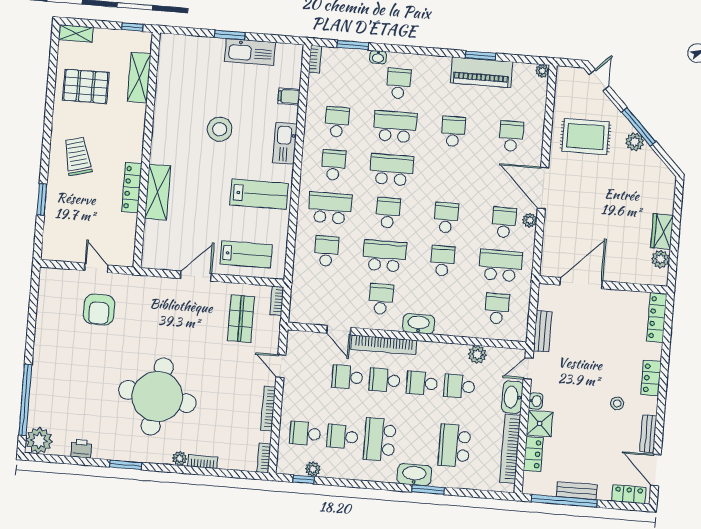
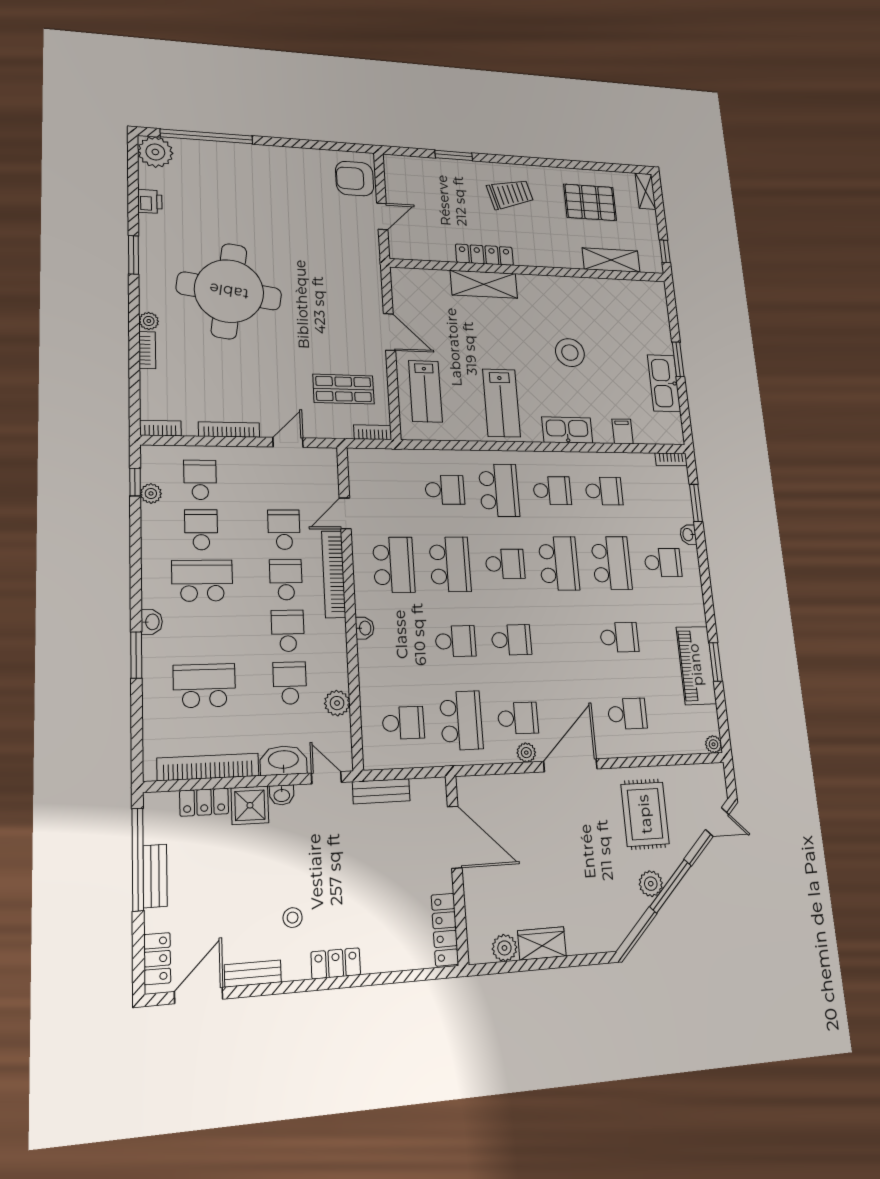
pallet: (86, 86) -> (590, 202), turned 90
school desk: (381, 299) -> (394, 565), width x1.85
armchair: (99, 309) -> (355, 179), moved
locker: (657, 317) -> (445, 930), moved, turned -90
washbasin: (419, 324) -> (365, 628), width x0.52, depth x0.69
washbasin: (414, 475) -> (152, 622), width x0.52, depth x0.69

